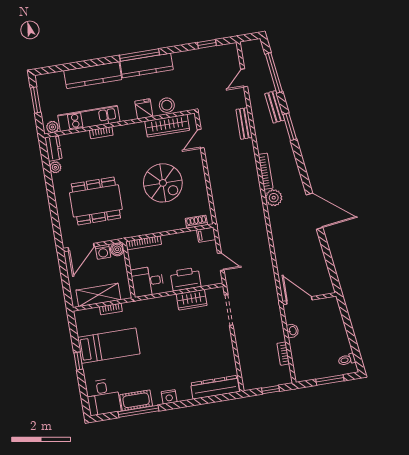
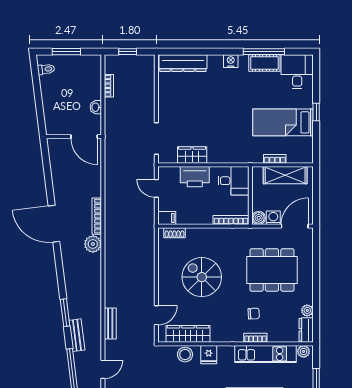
chair: (107, 156) -> (254, 314), added
bookcase: (266, 171) -> (97, 216), moved

